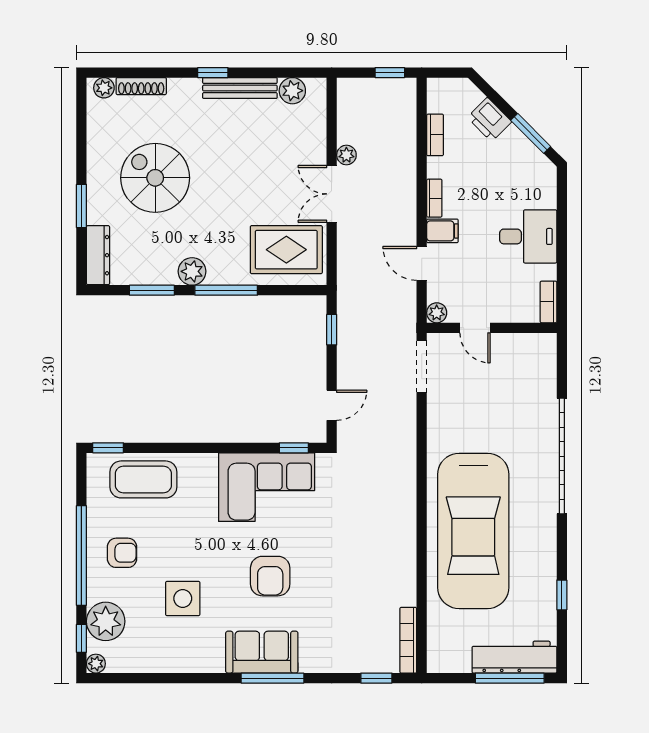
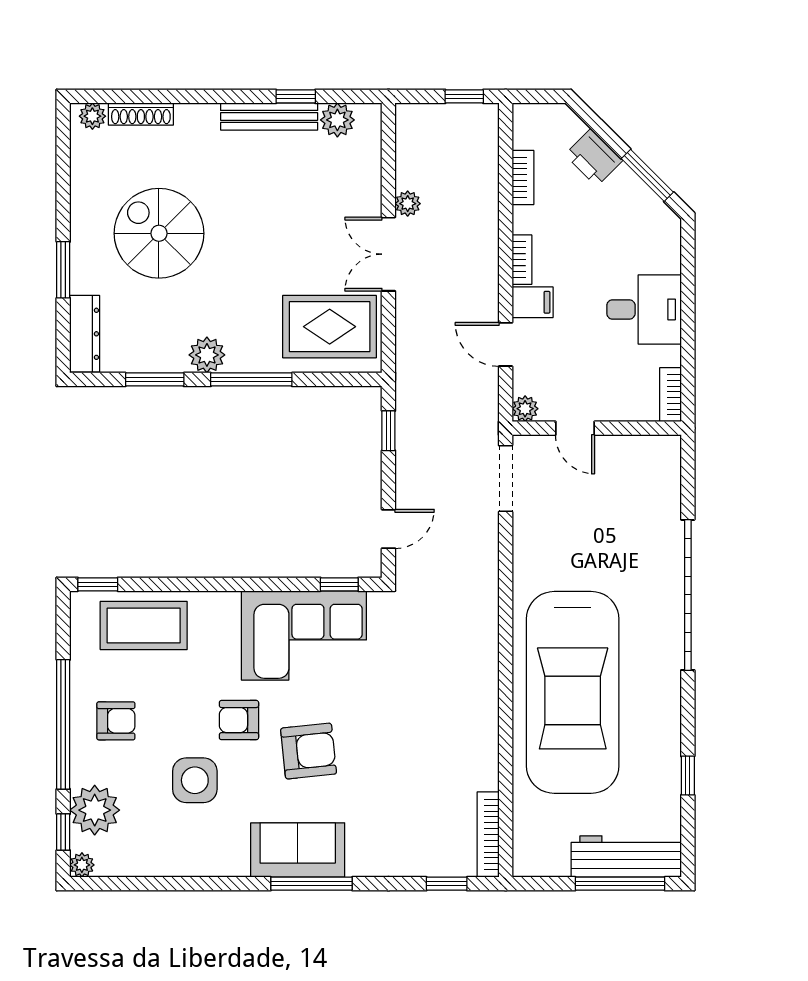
window: (213, 73) -> (296, 96), moved
armchair: (217, 552) -> (239, 720), added
armchair: (270, 576) -> (309, 751), turned -96

